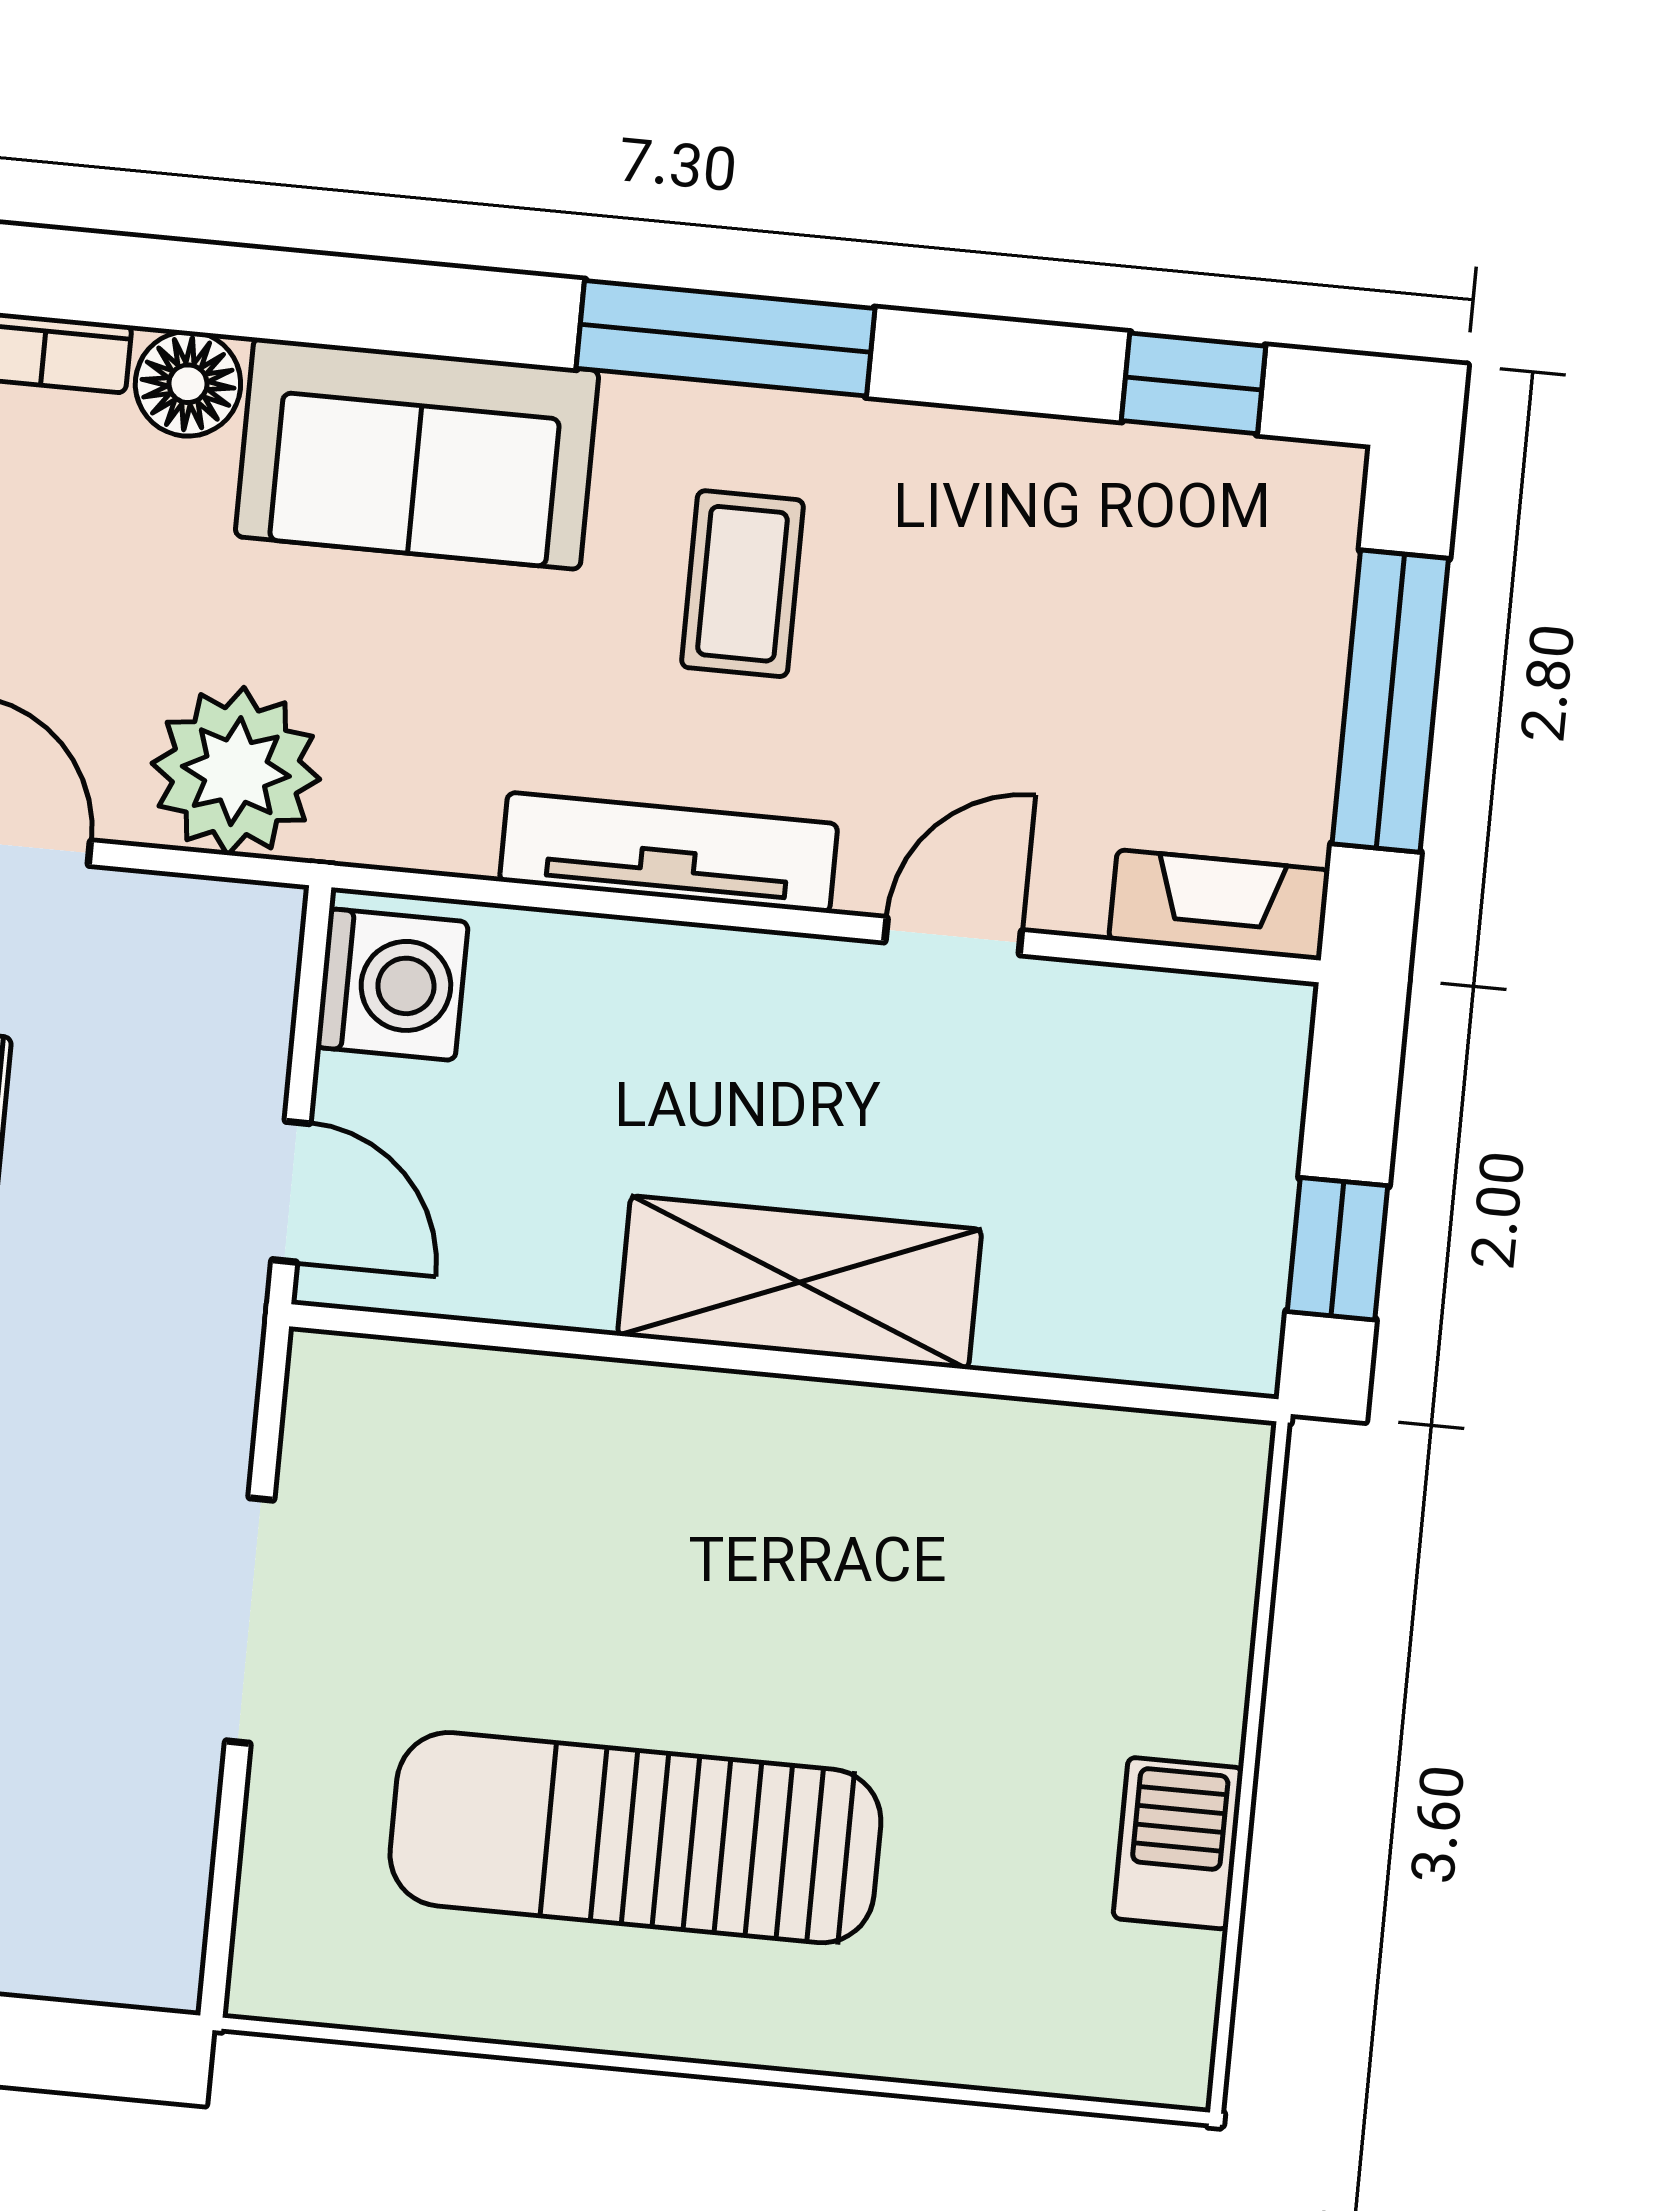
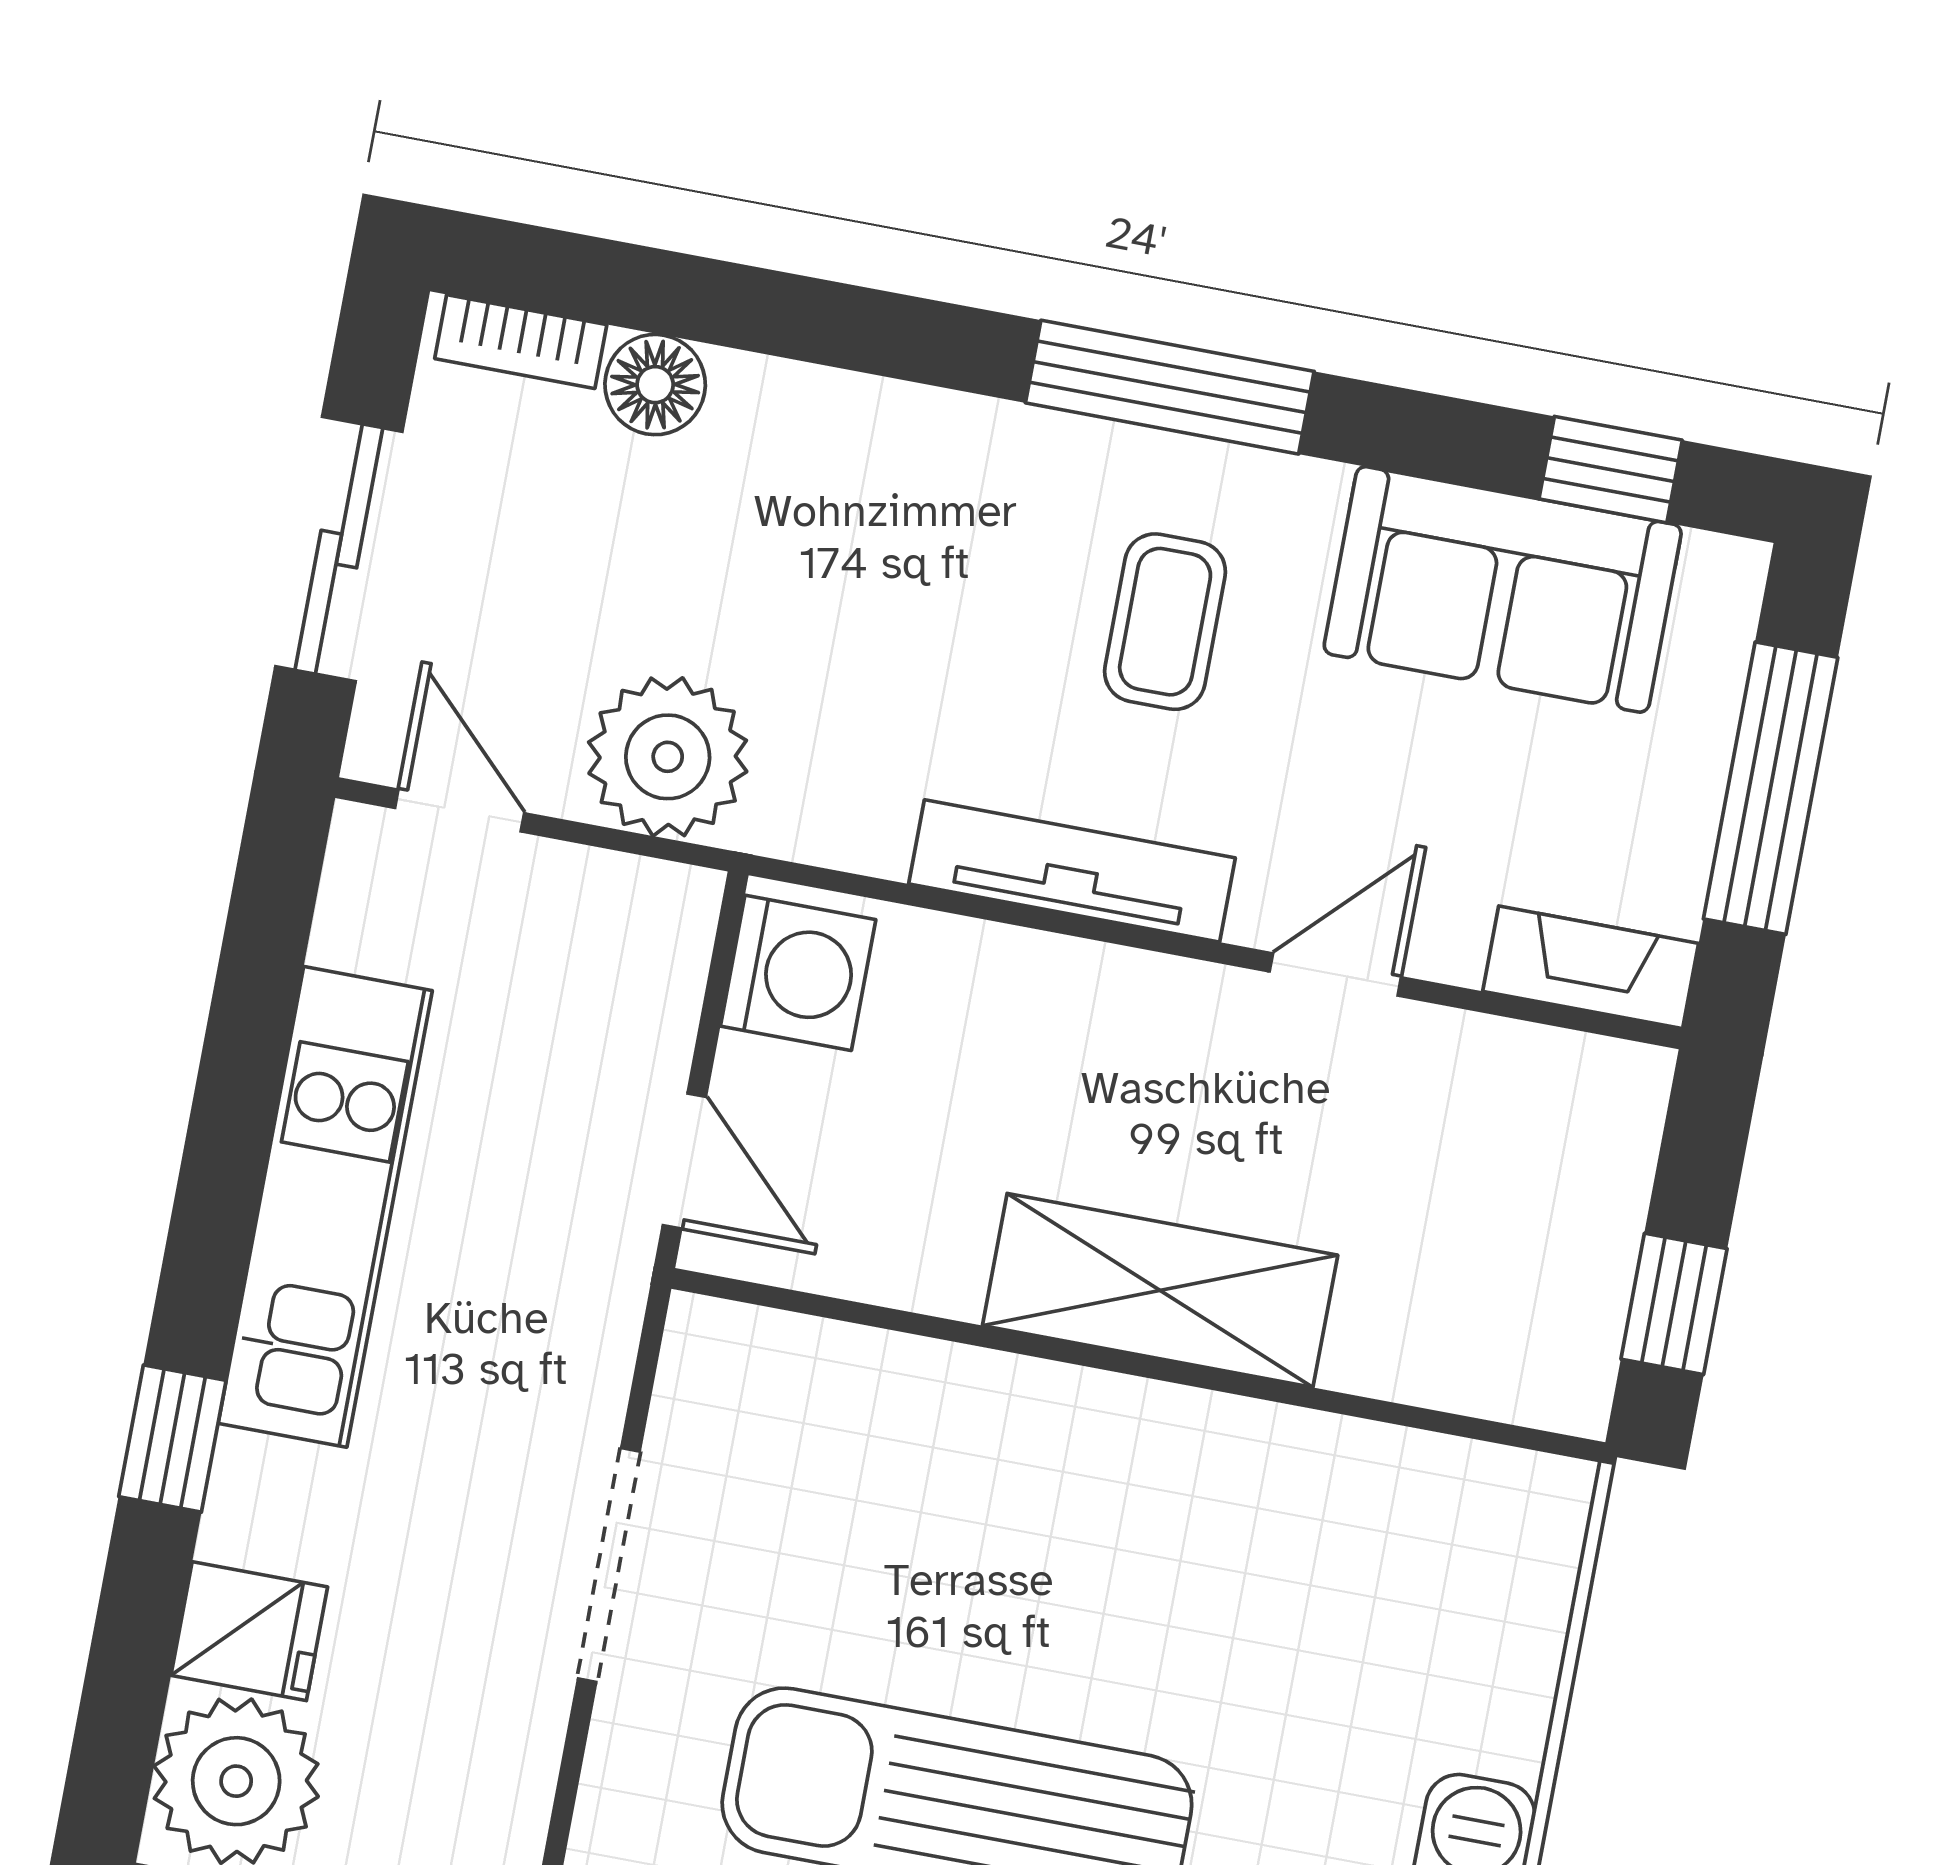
sofa: (417, 454) -> (1503, 589), moved

